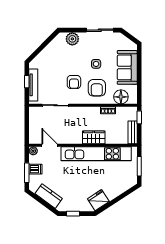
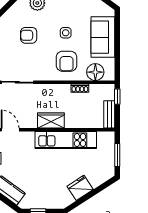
armchair: (74, 82) -> (29, 35), moved, turned 90
wardrobe: (94, 137) -> (51, 120), moved
kitchen unit: (96, 154) -> (66, 140), width x0.73
fridge: (98, 200) -> (80, 188), moved

